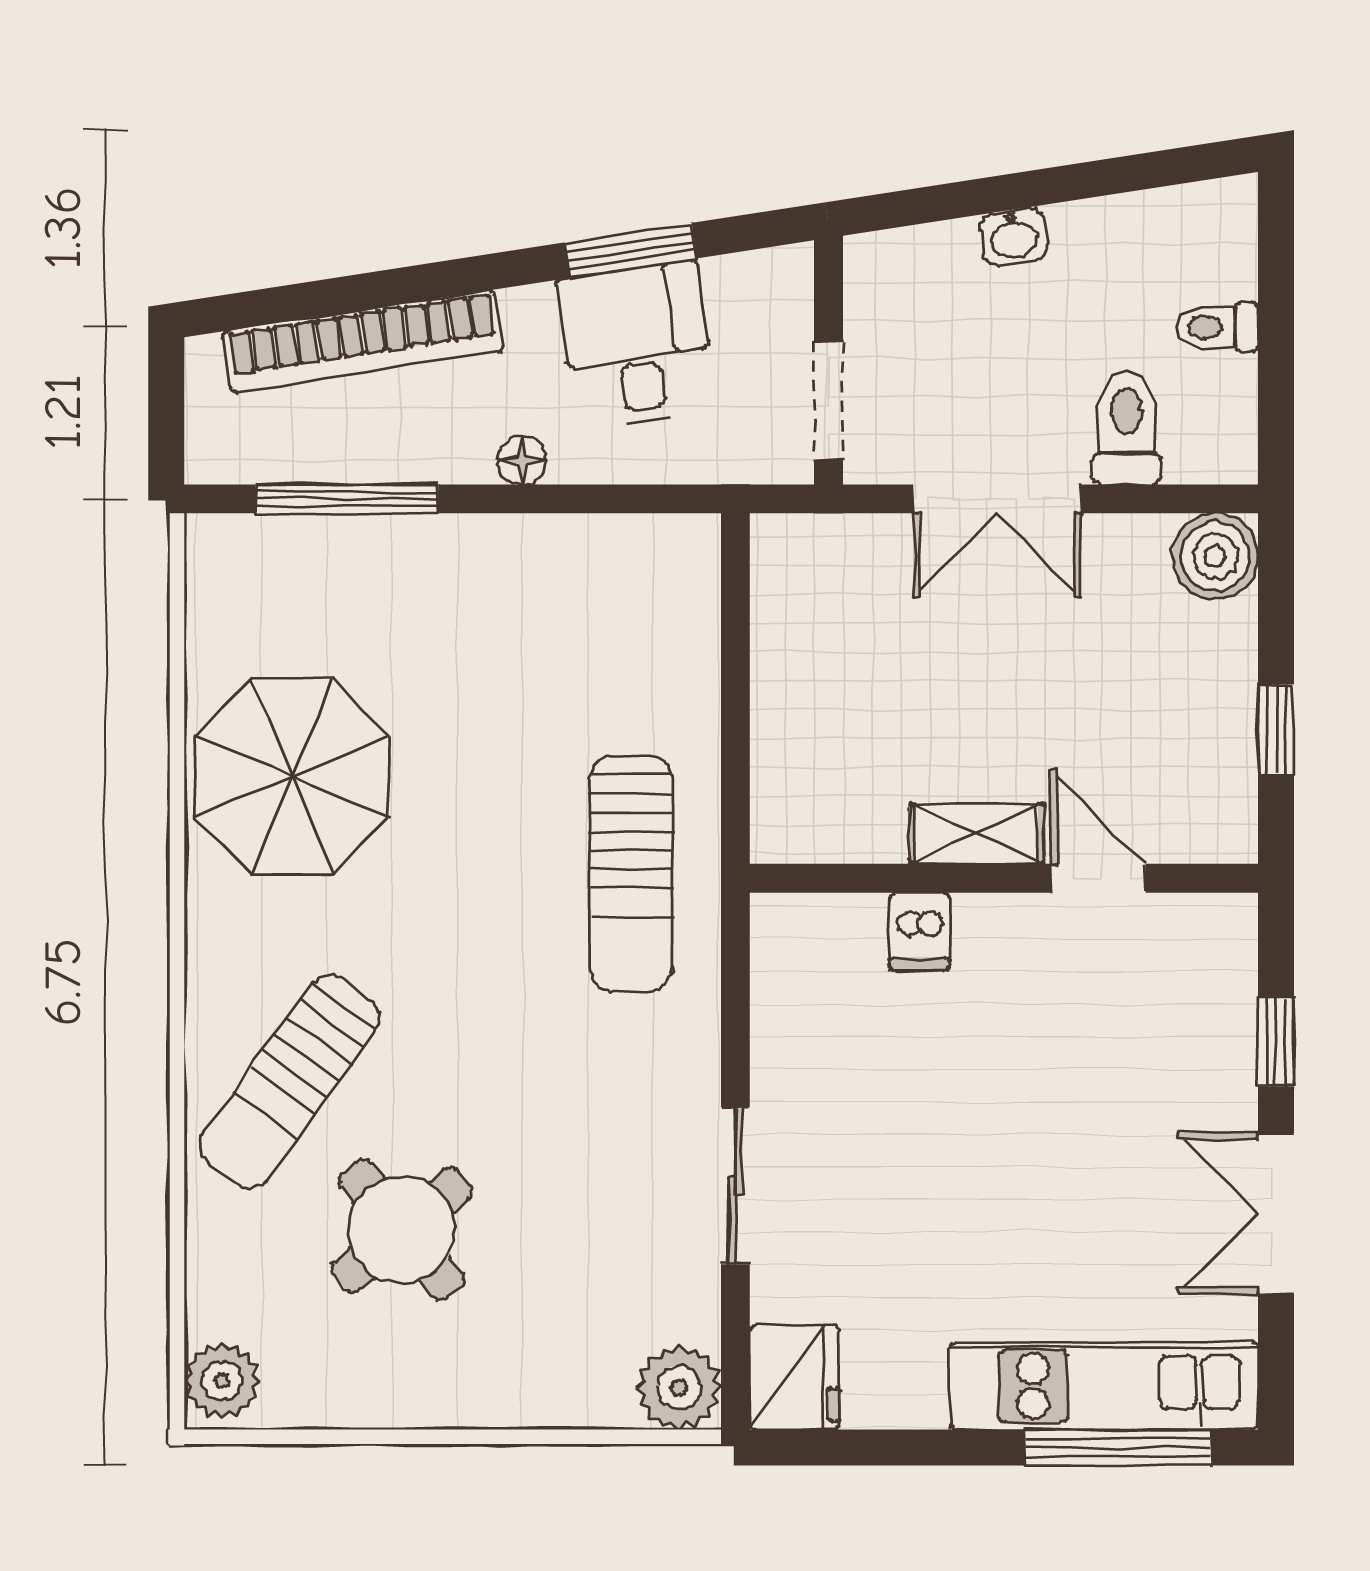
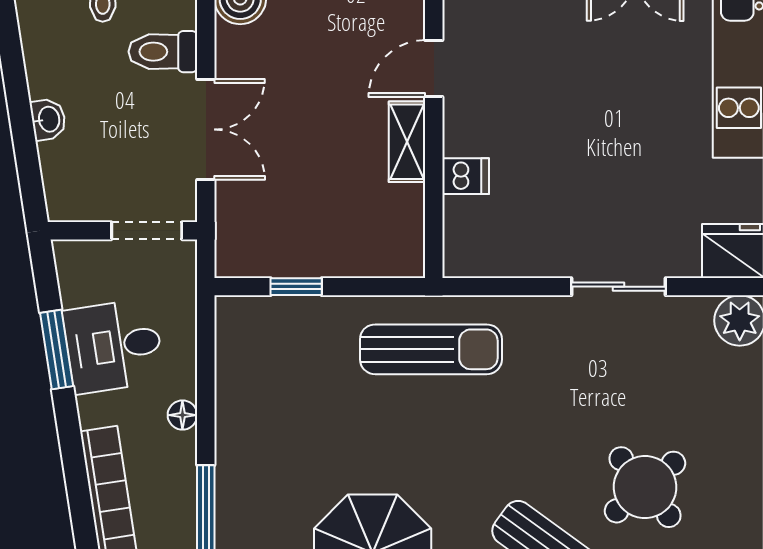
window: (735, 649) -> (296, 287), added

